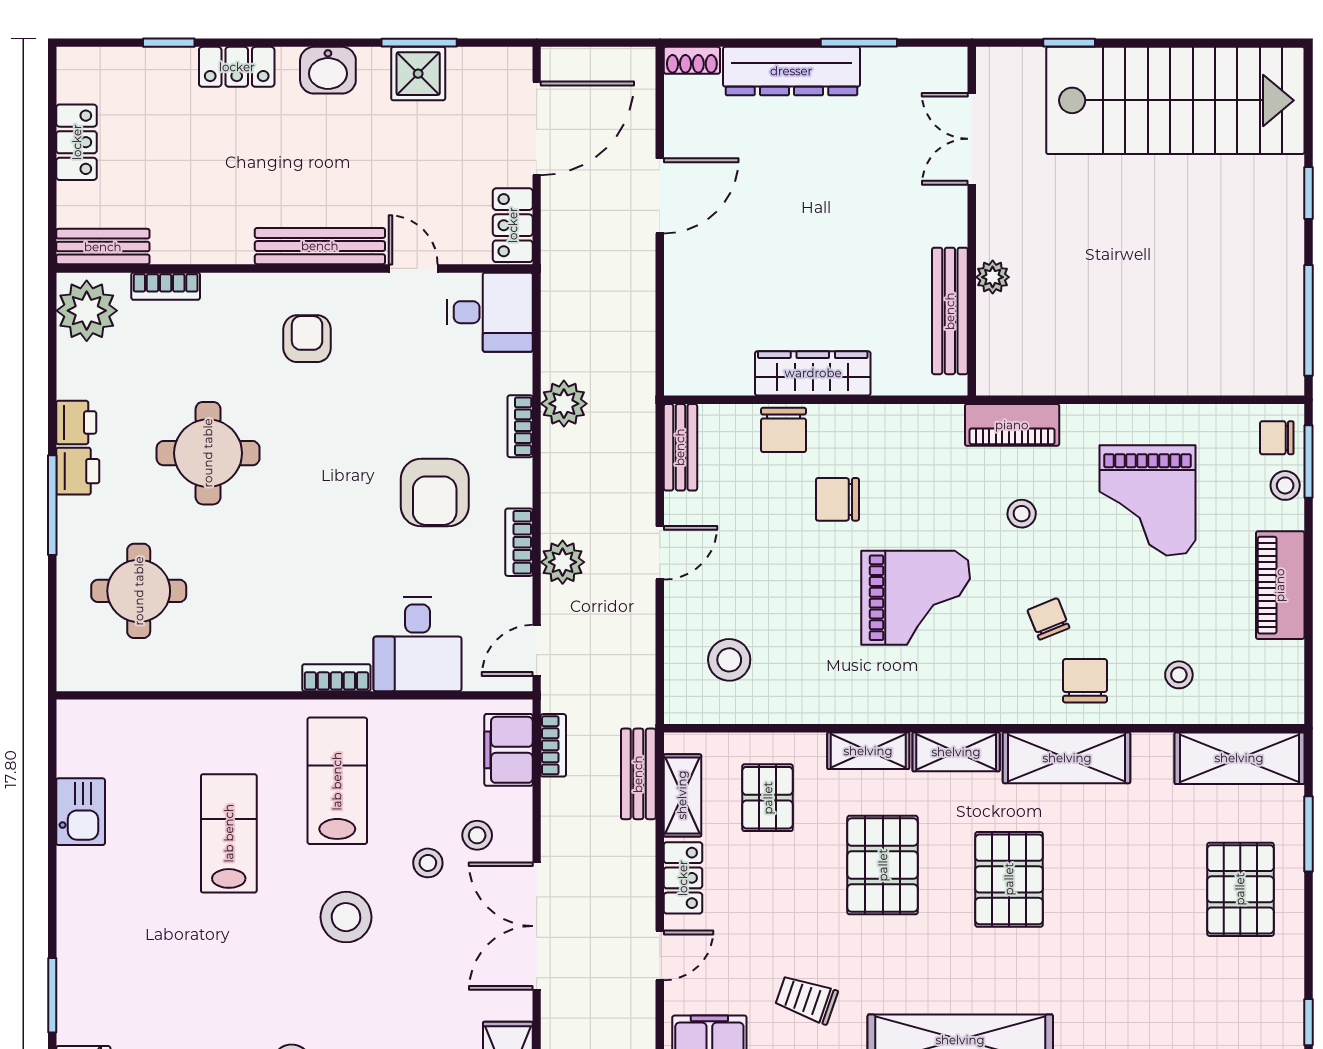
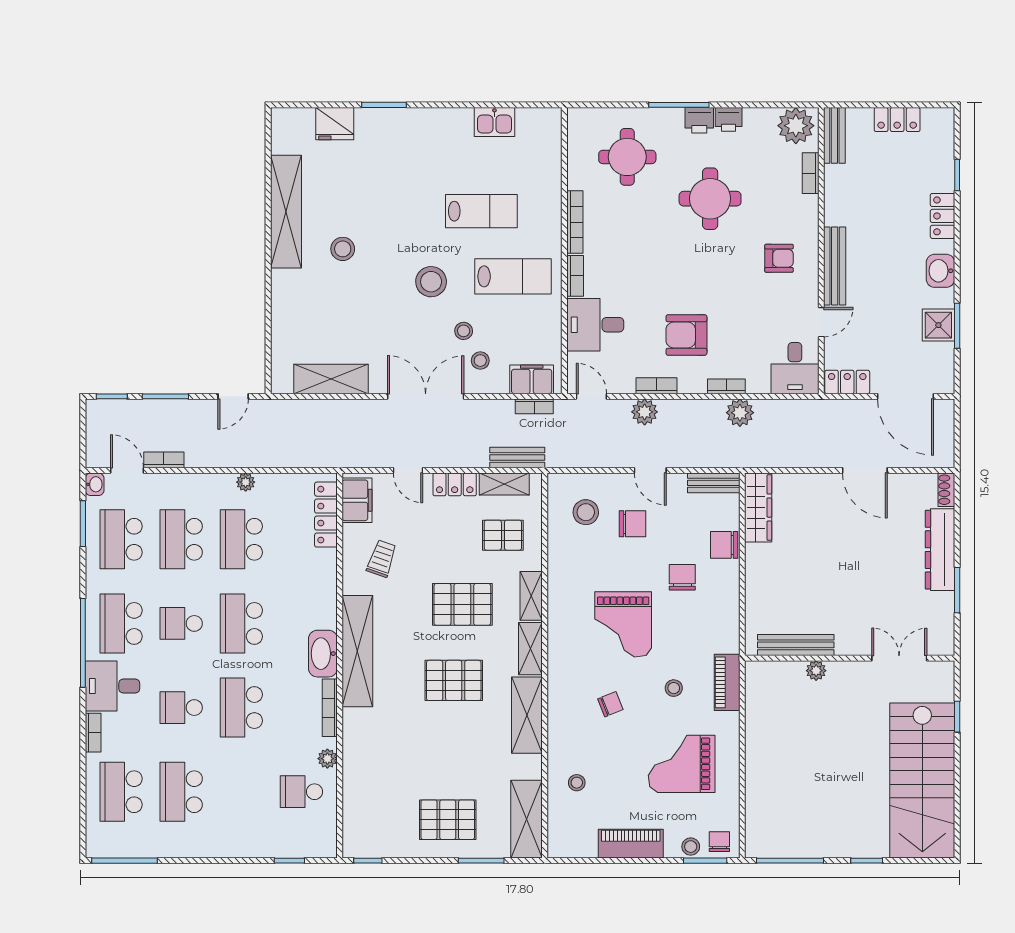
wardrobe: (813, 373) -> (758, 508), moved
bookcase: (247, 678) -> (575, 222), added
chair: (1085, 681) -> (633, 524), moved

